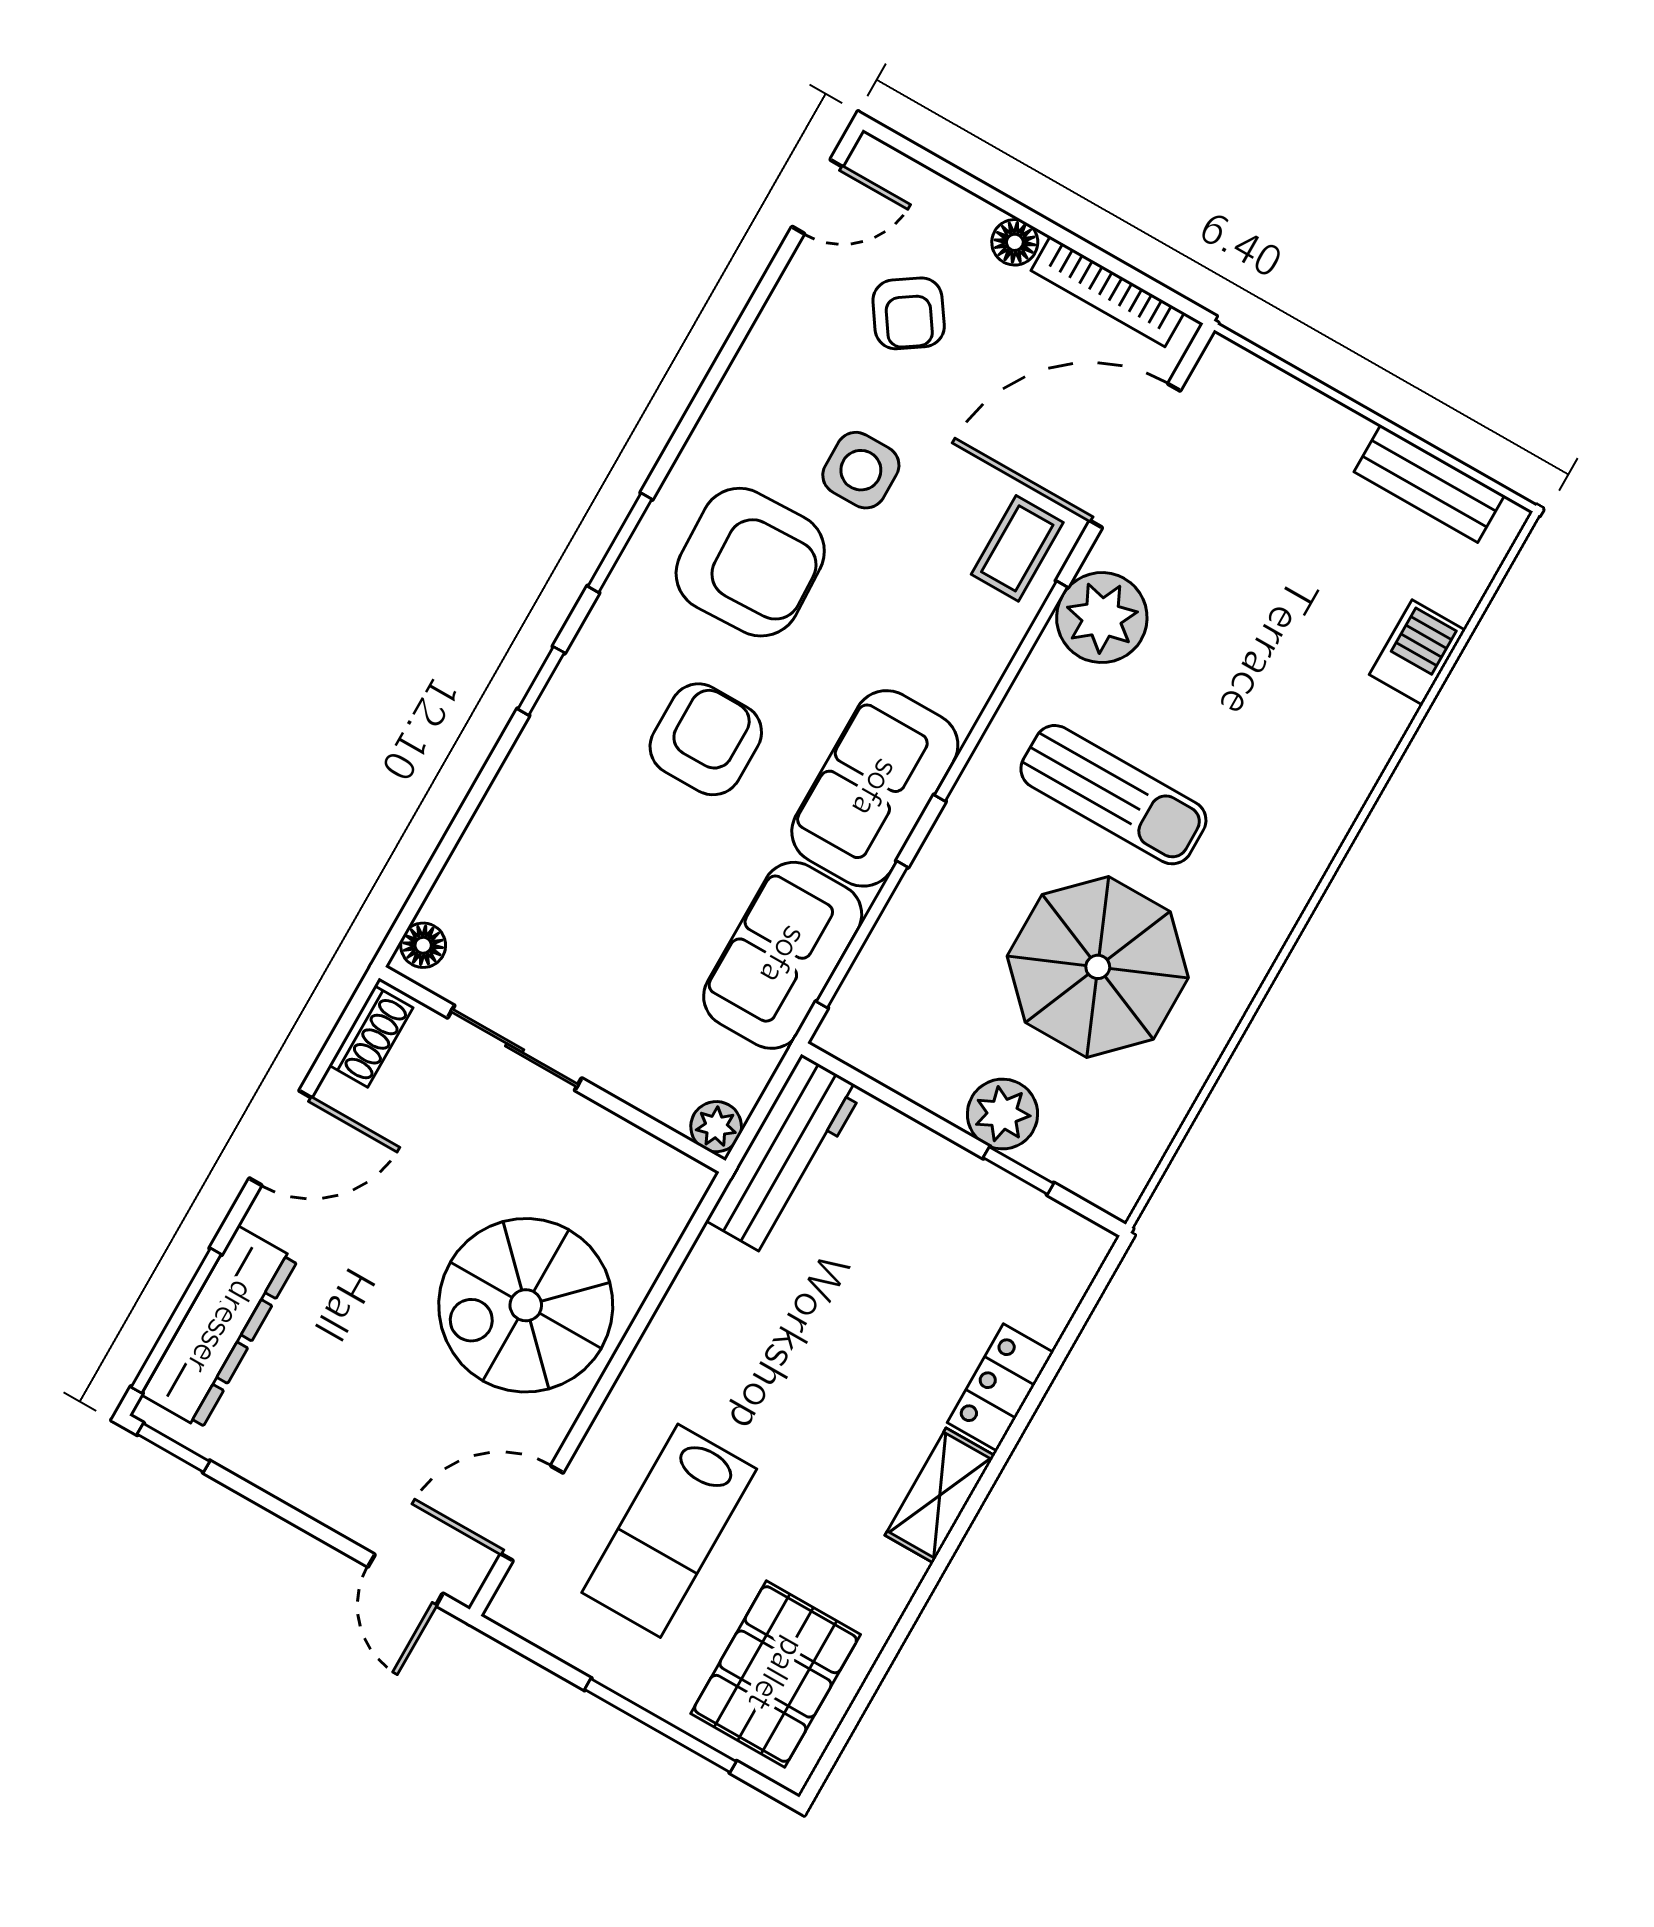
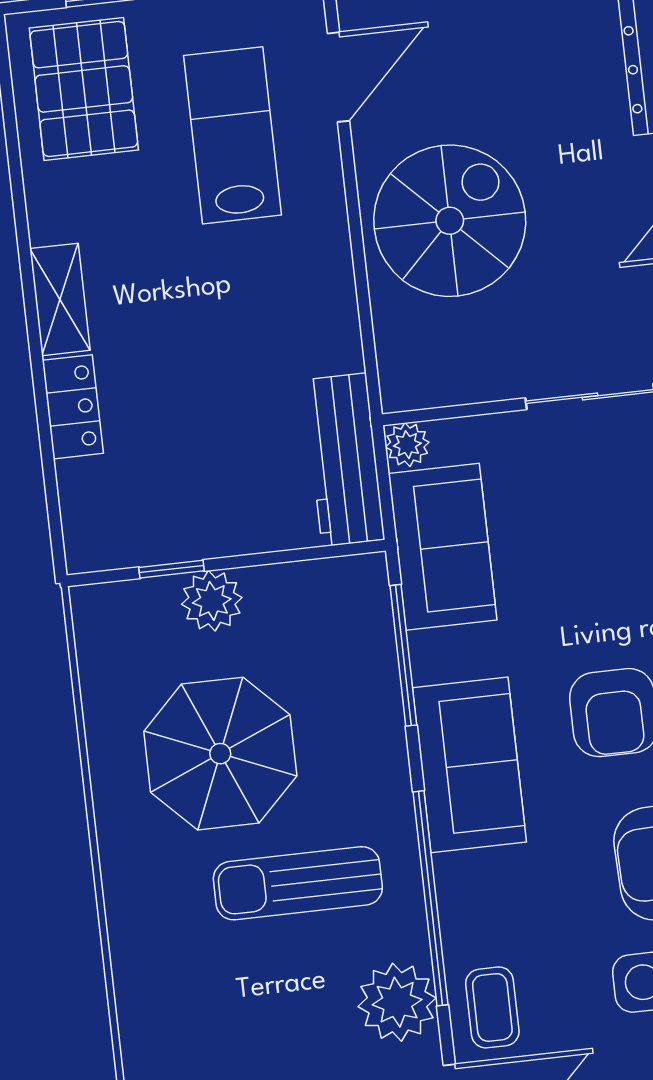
sofa: (783, 955) -> (443, 547), moved

